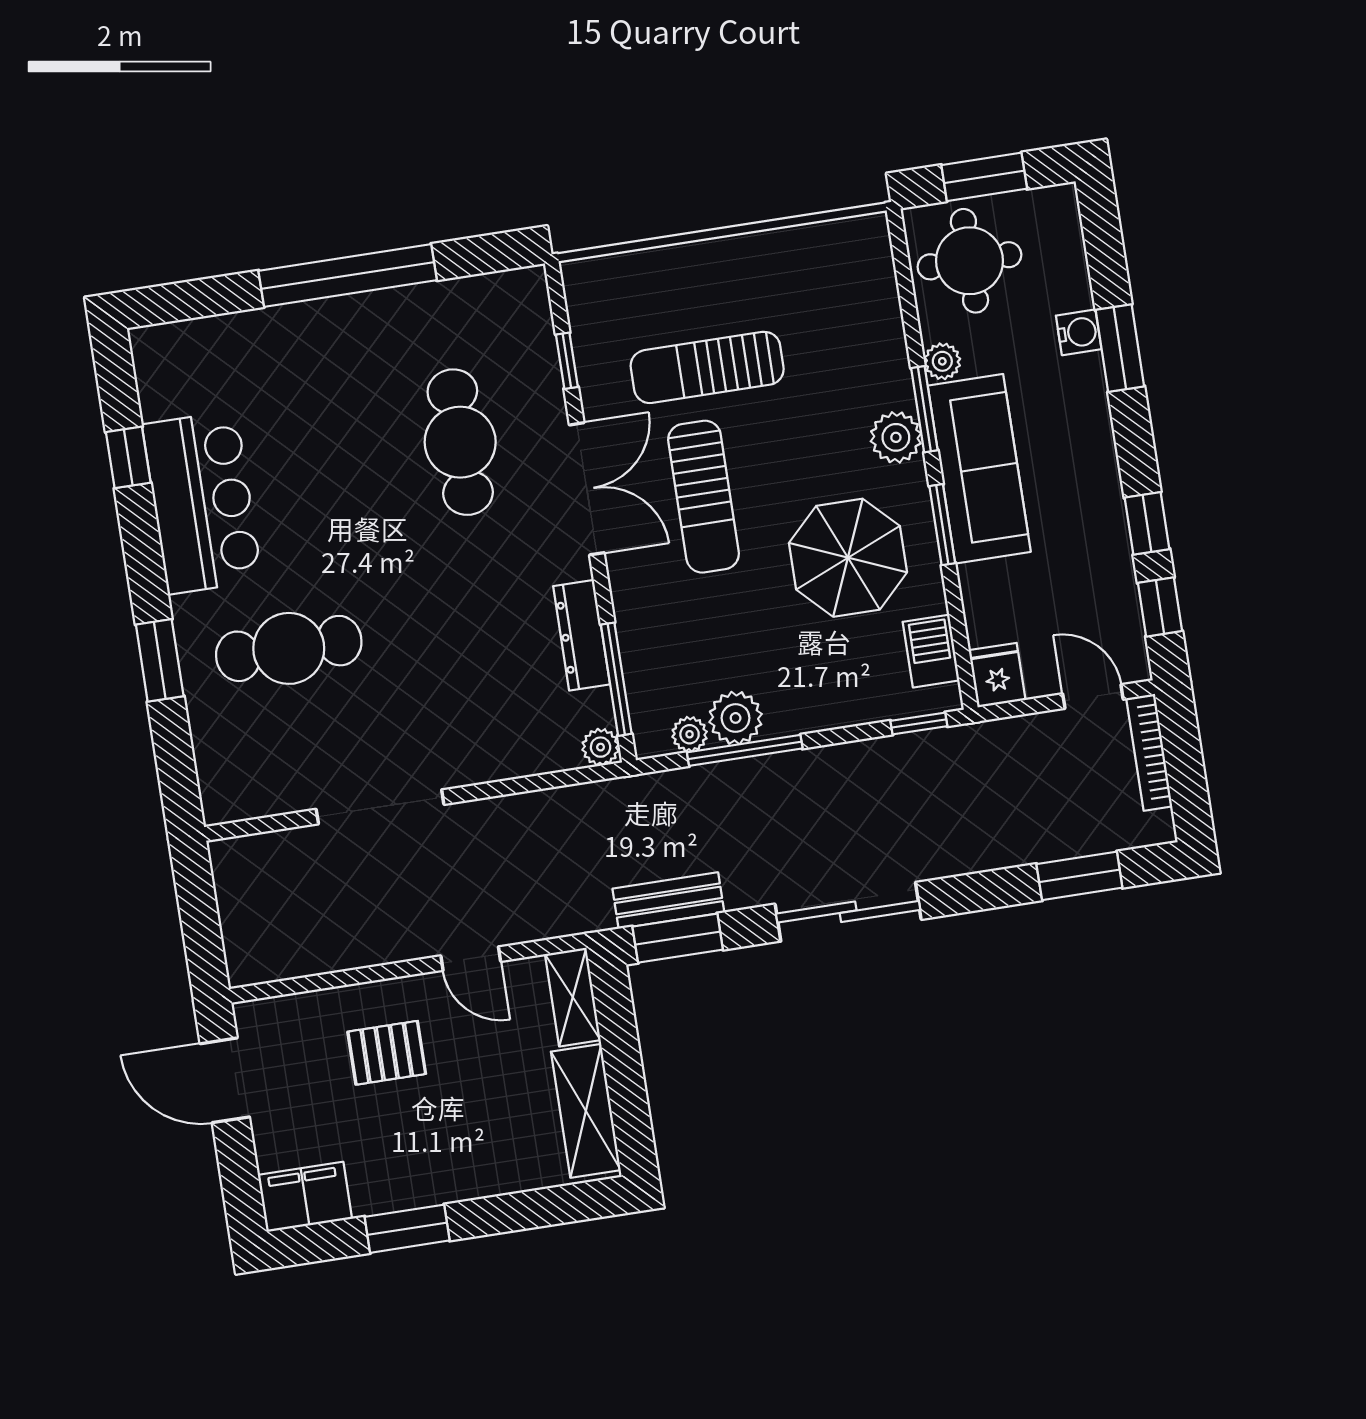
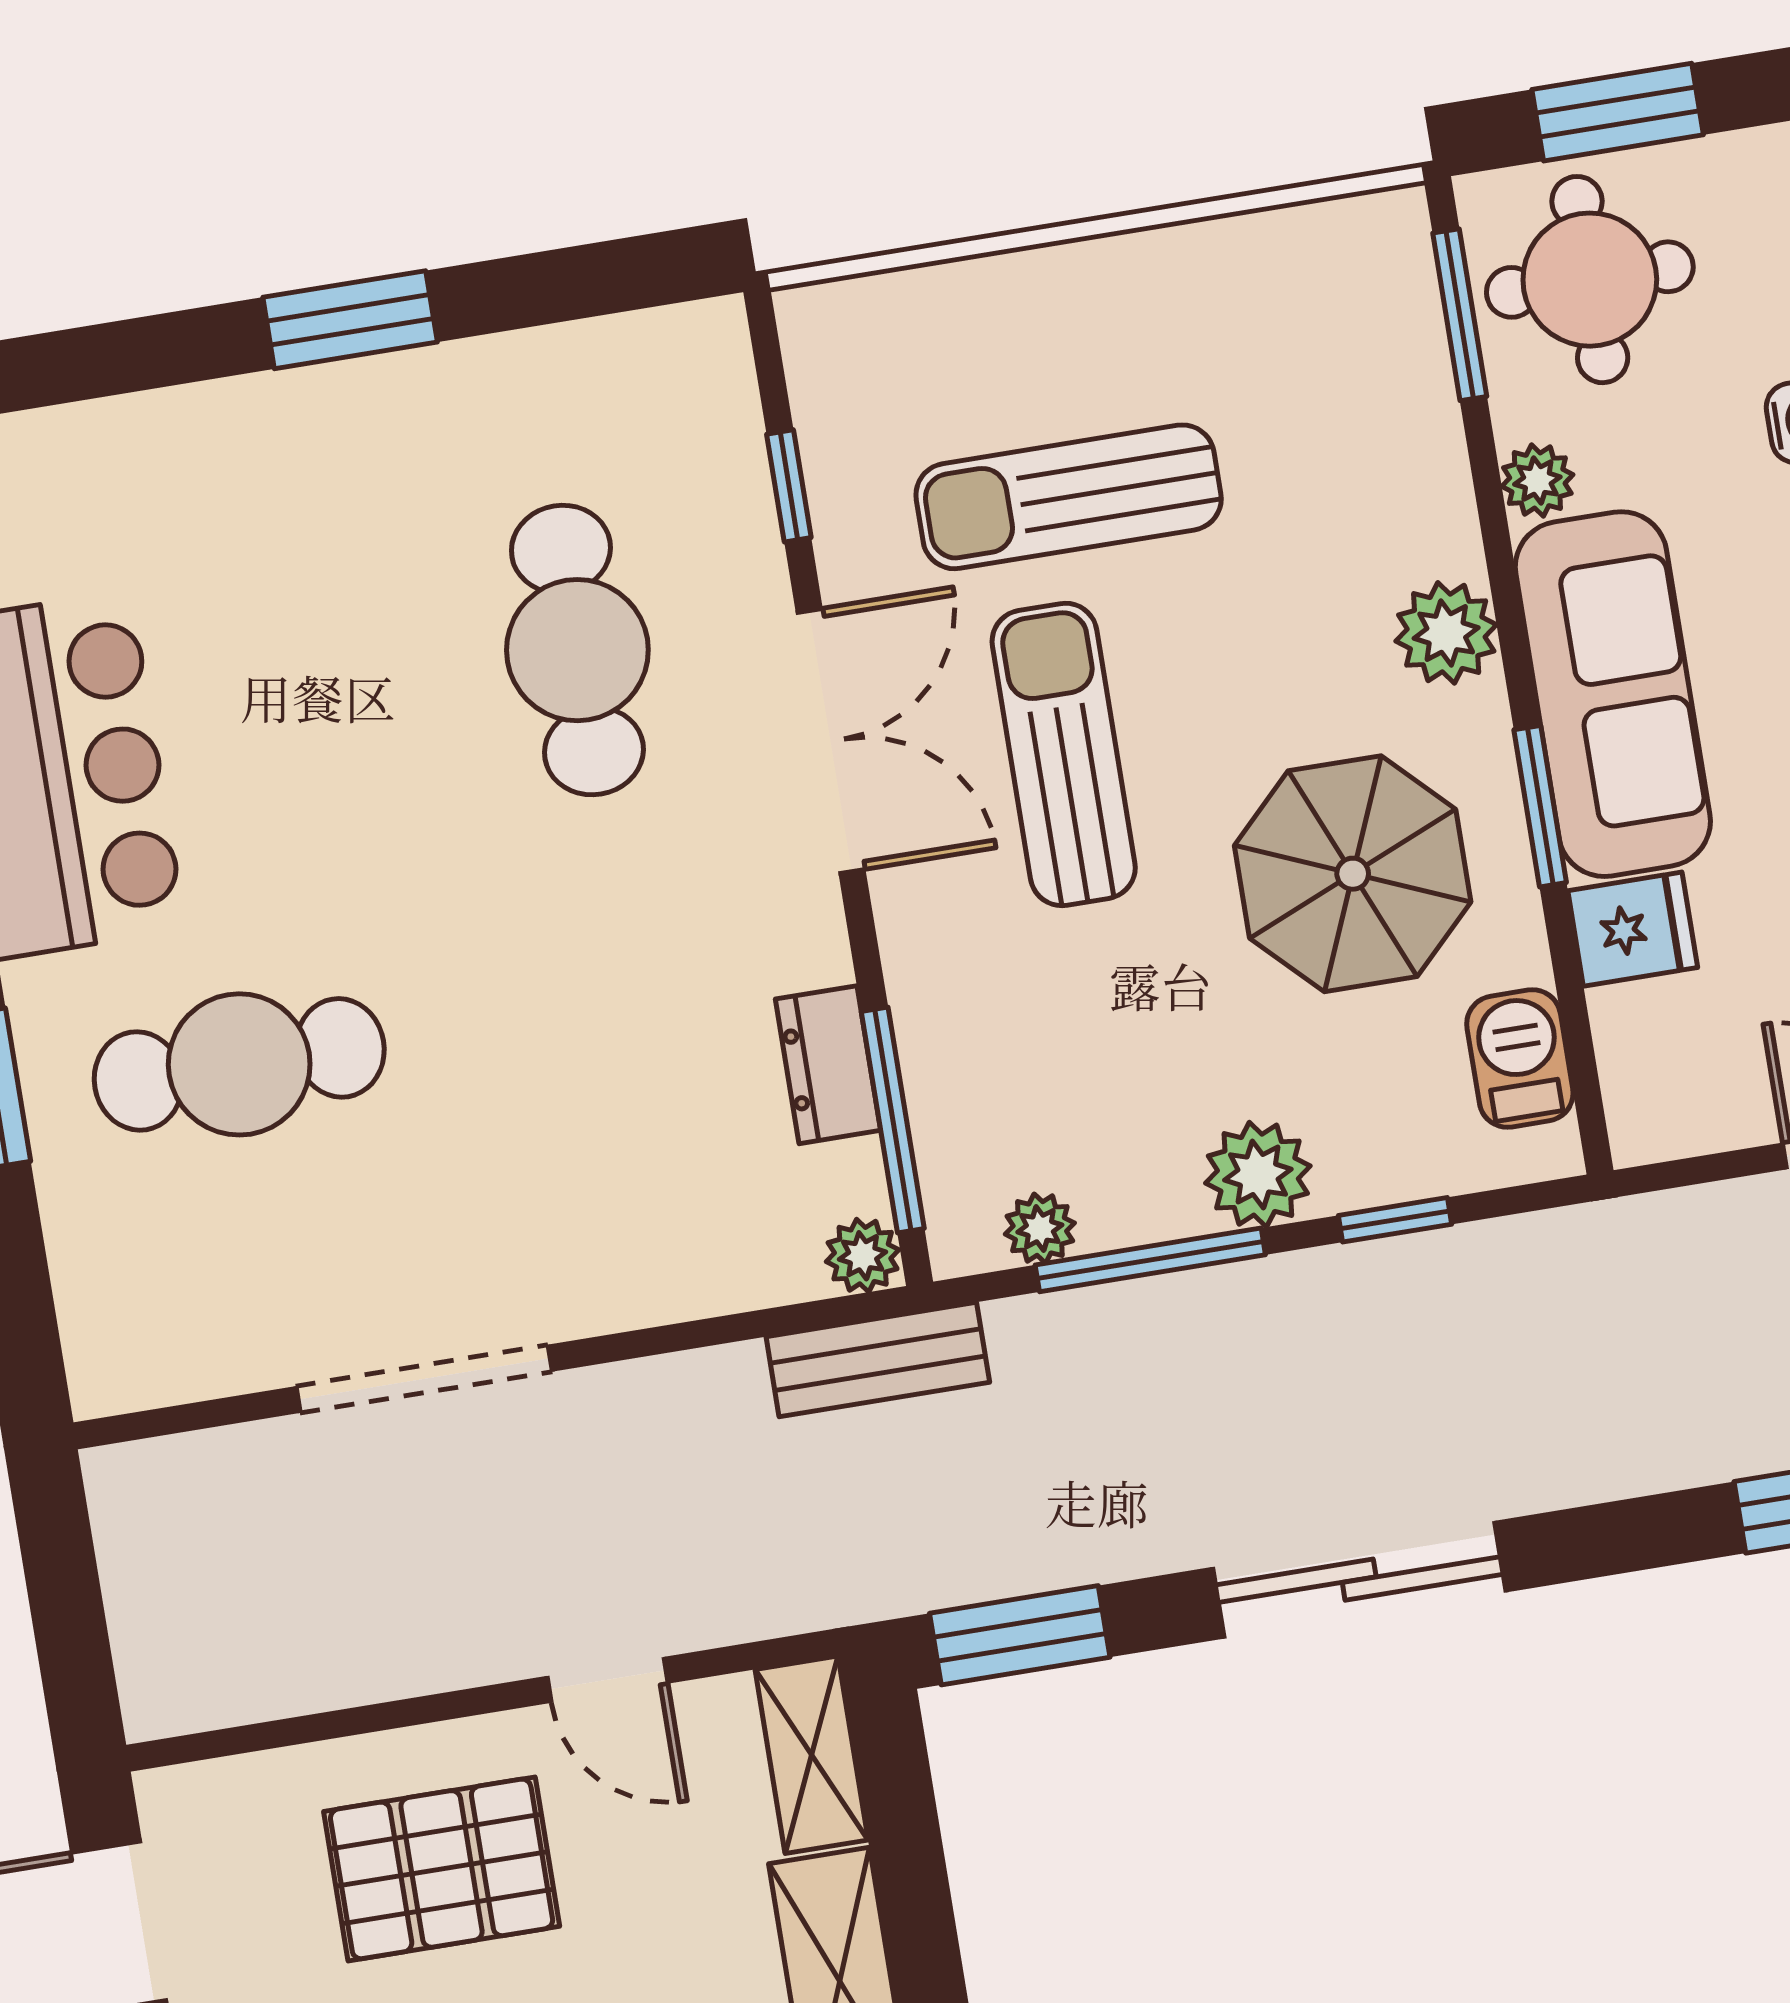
window: (348, 275) -> (350, 320), width x0.47
window: (924, 409) -> (1460, 315), moved
sun lounger: (704, 497) -> (1064, 754), turned 180
dresser: (582, 635) -> (828, 1065), width x0.70
fridge: (997, 675) -> (1633, 929), moved, turned 90
plant: (736, 718) -> (1258, 1175), moved
window: (919, 723) -> (1395, 1220), moved
bench: (668, 900) -> (878, 1360), moved
pallet: (387, 1053) -> (442, 1869), width x1.50, depth x1.42

